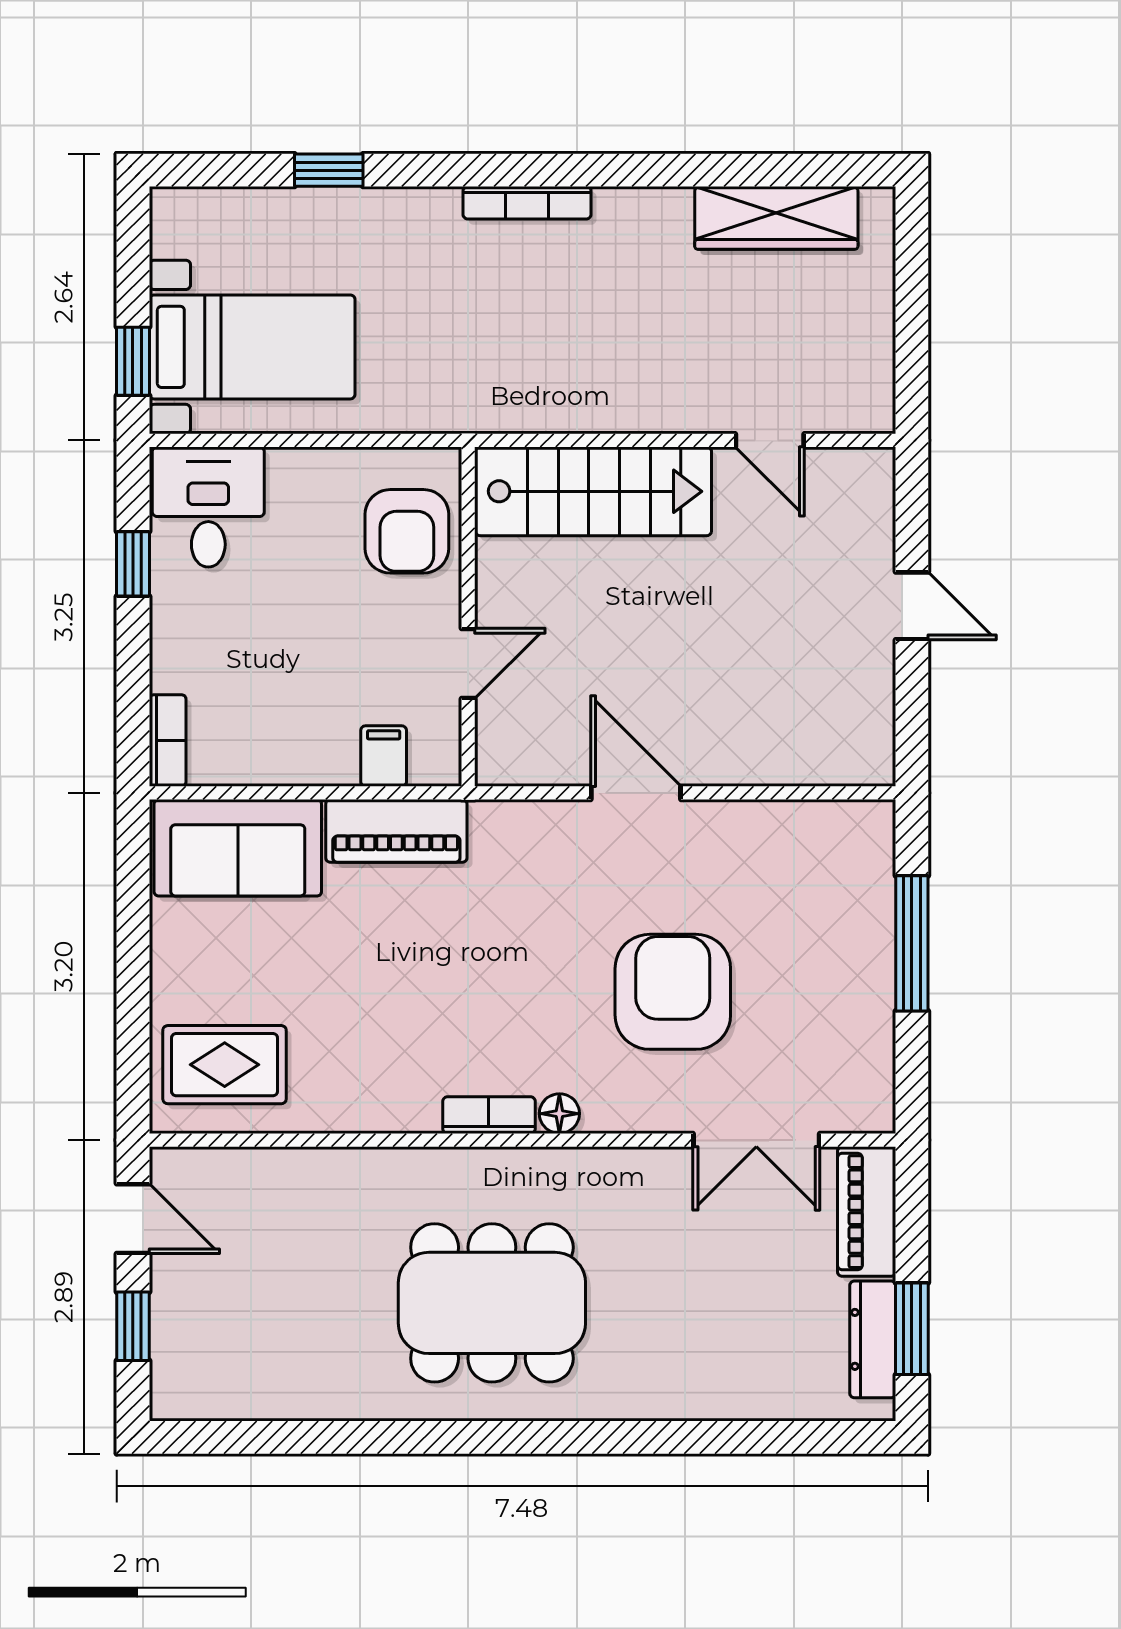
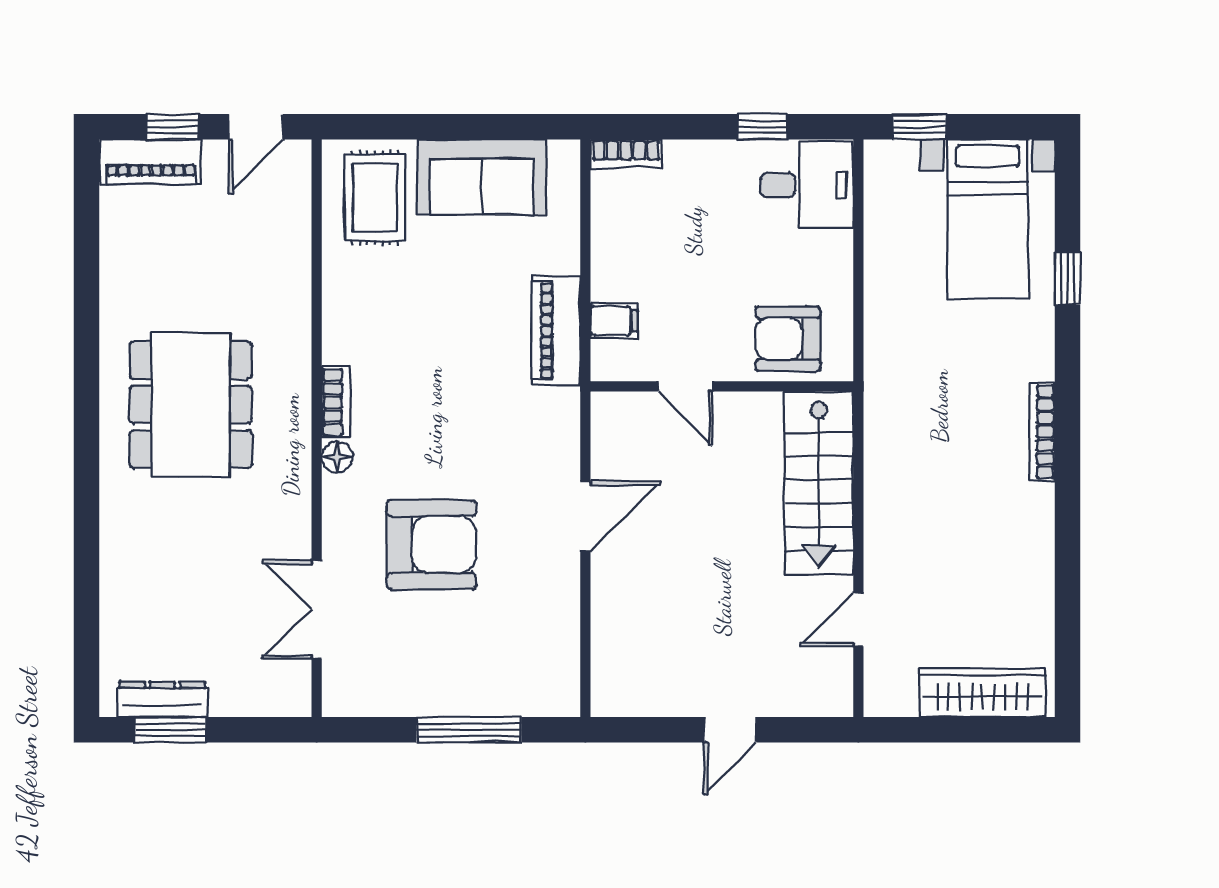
wardrobe: (776, 218) -> (982, 693), moved, turned 90
bed with nightstands: (252, 347) -> (988, 219), moved
sofa: (238, 848) -> (482, 177), moved, turned -90
piano: (867, 1212) -> (151, 162), moved, turned 180

